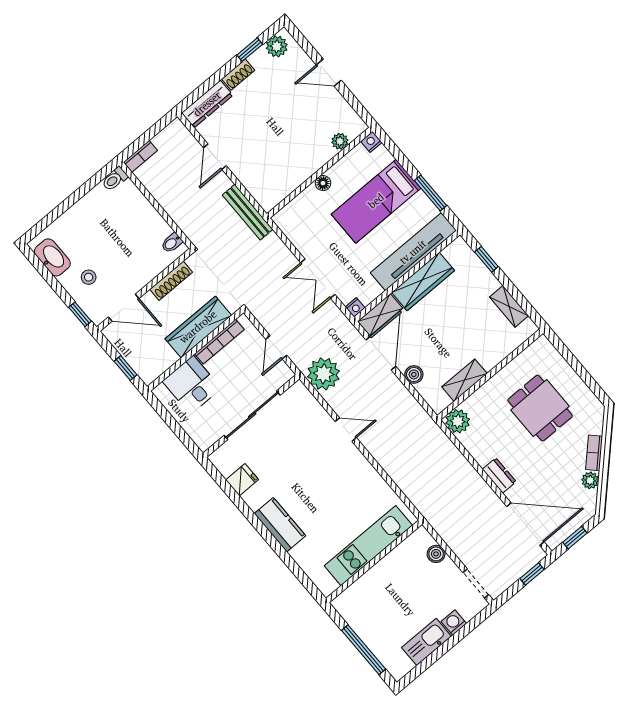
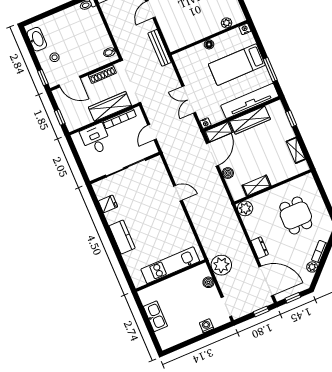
plant: (324, 374) -> (221, 265), moved
kitchen sink: (426, 642) -> (155, 316), moved, turned 90
window: (364, 650) -> (149, 325), removed

